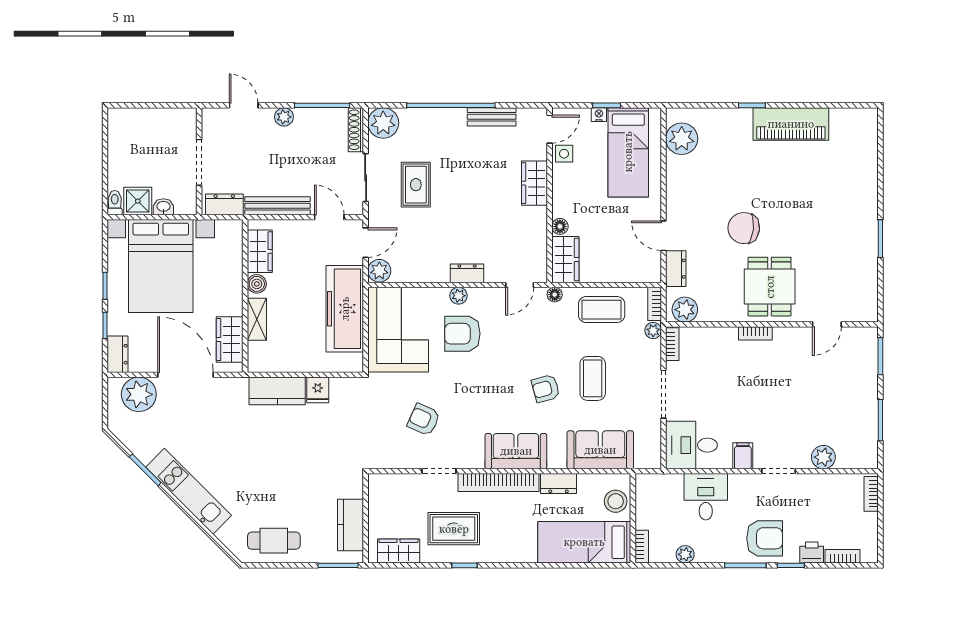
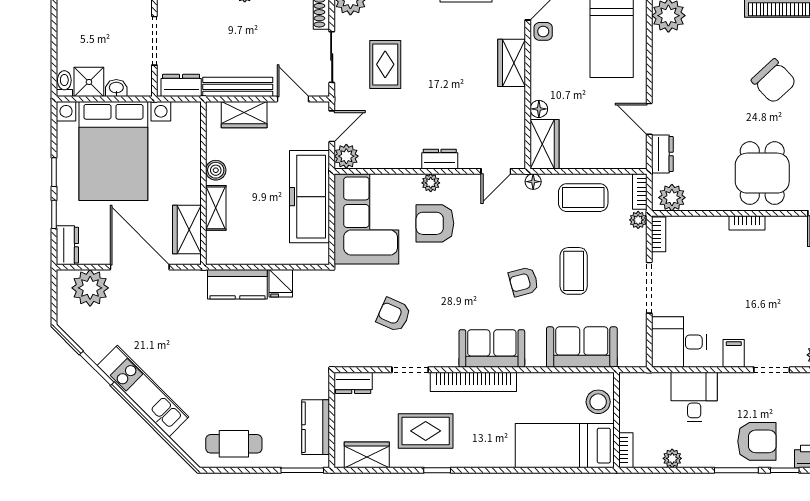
chair: (744, 228) -> (774, 81), moved, turned -139
wardrobe: (260, 251) -> (244, 115), moved, turned 90
dresser: (559, 483) -> (353, 383), moved

